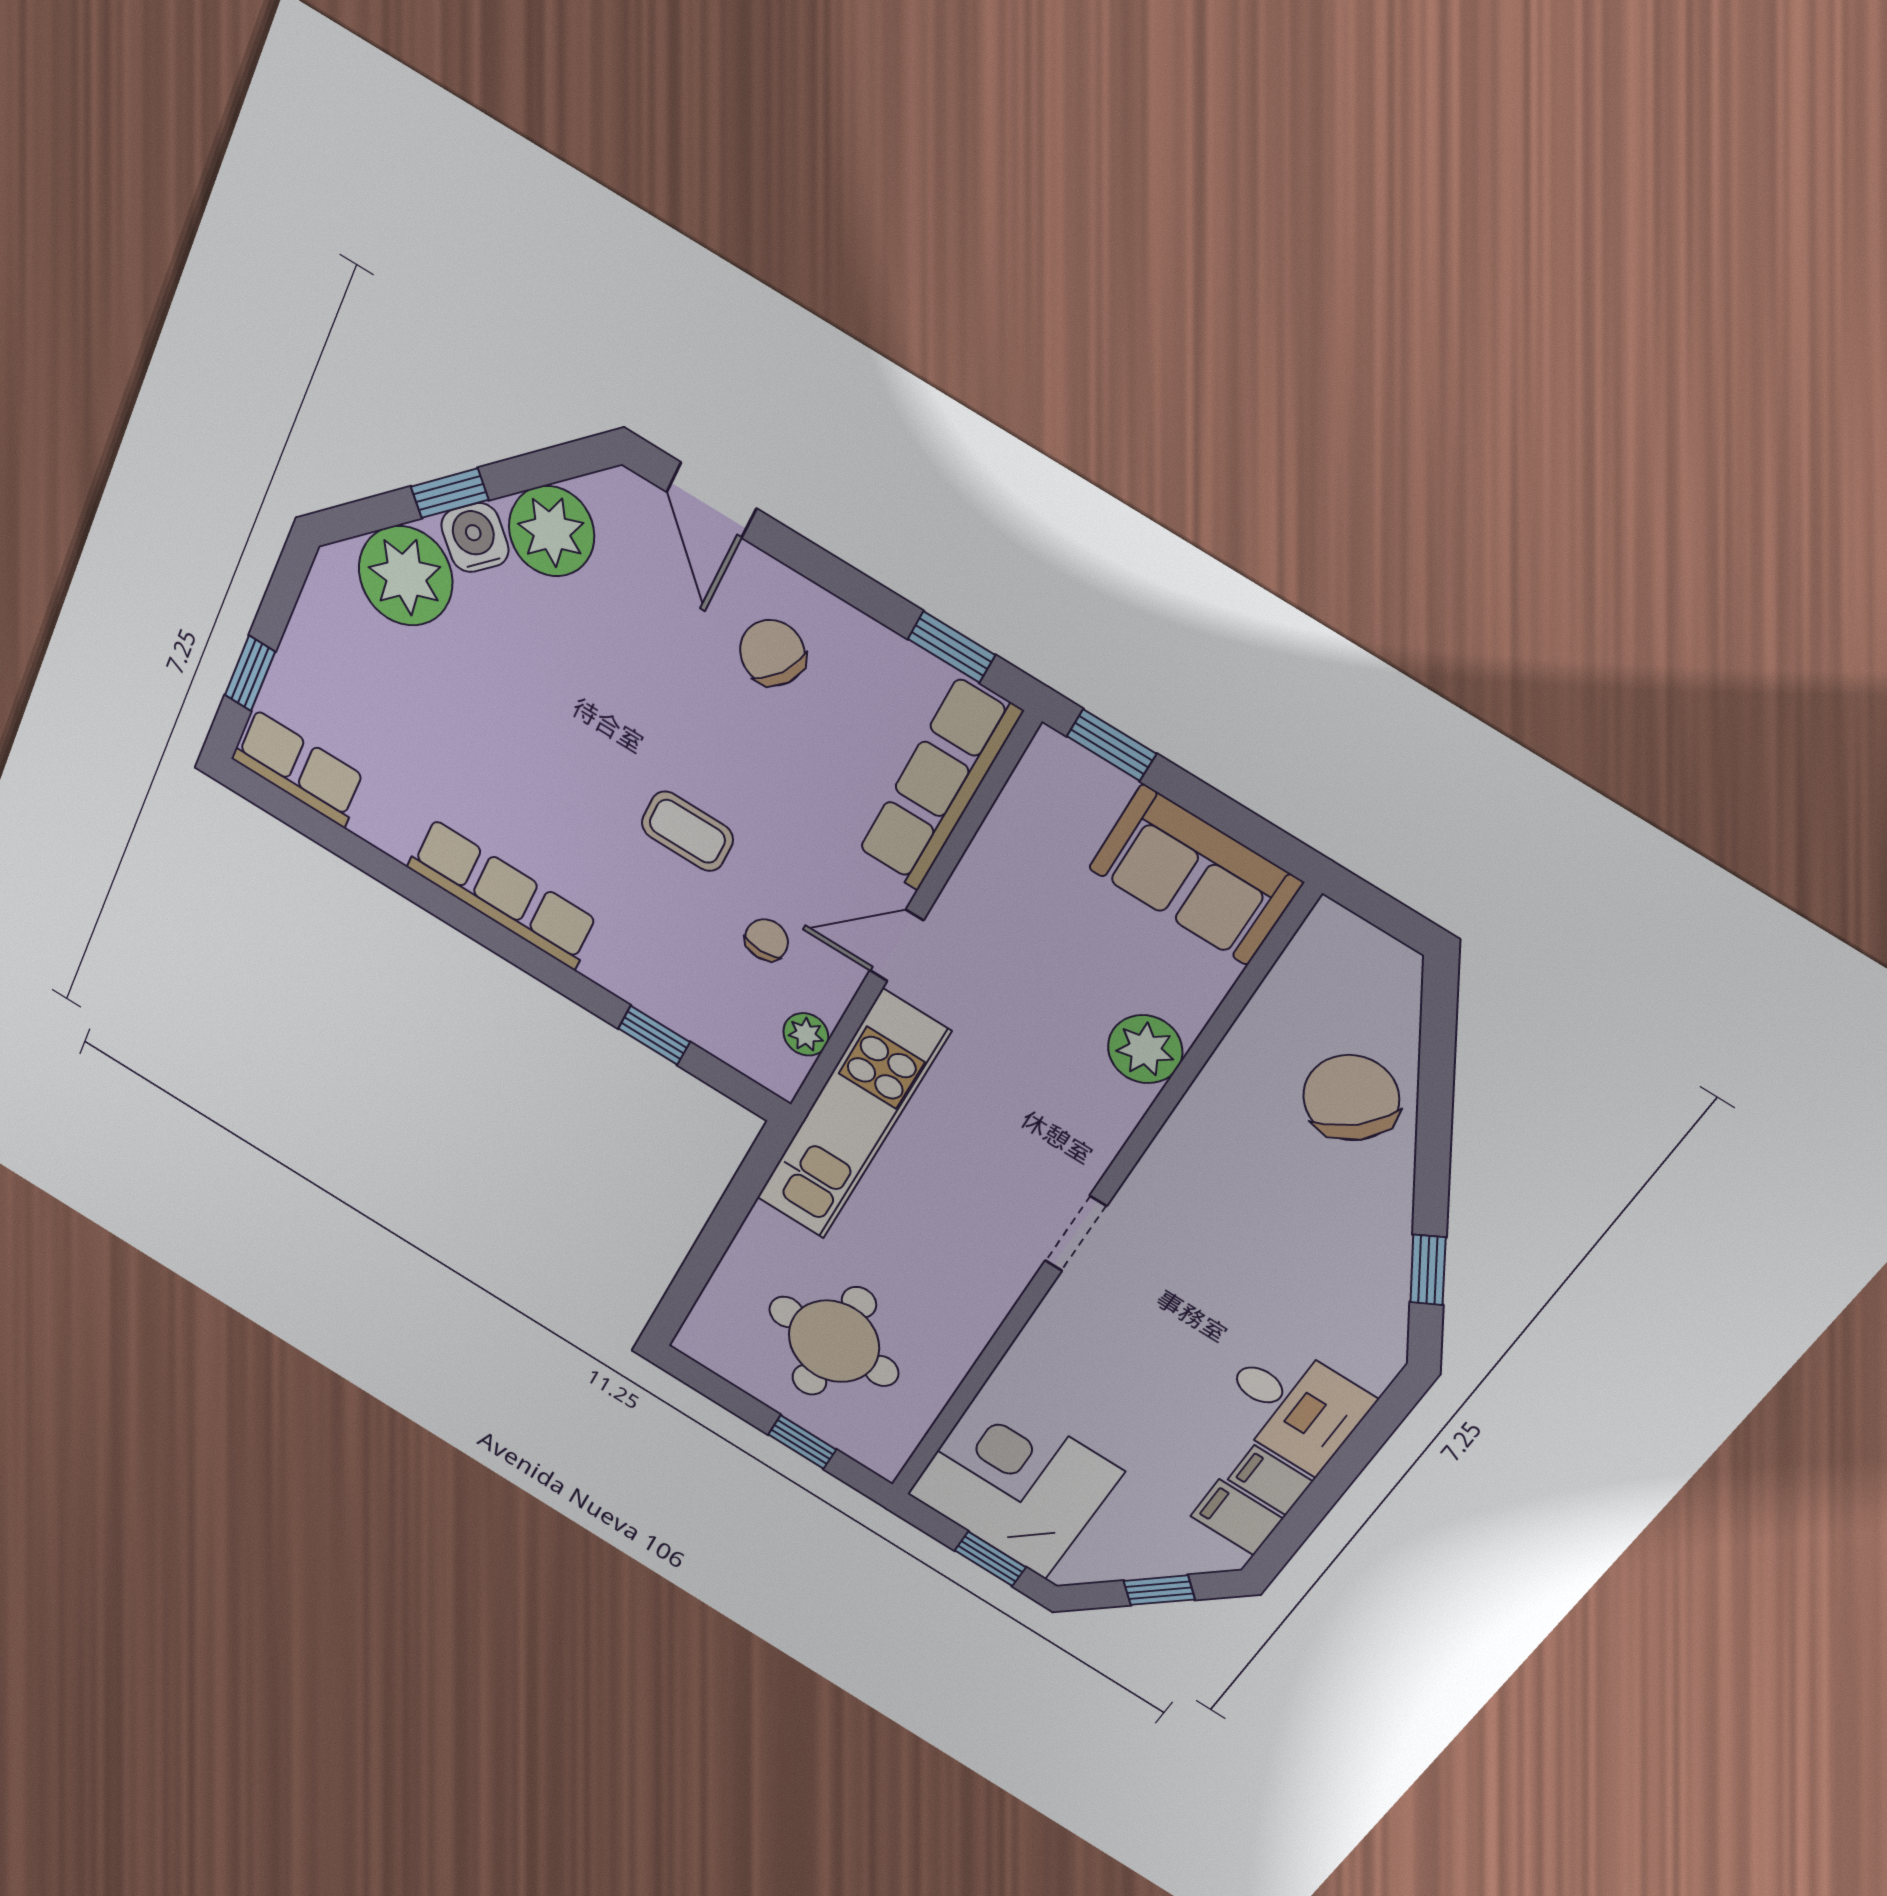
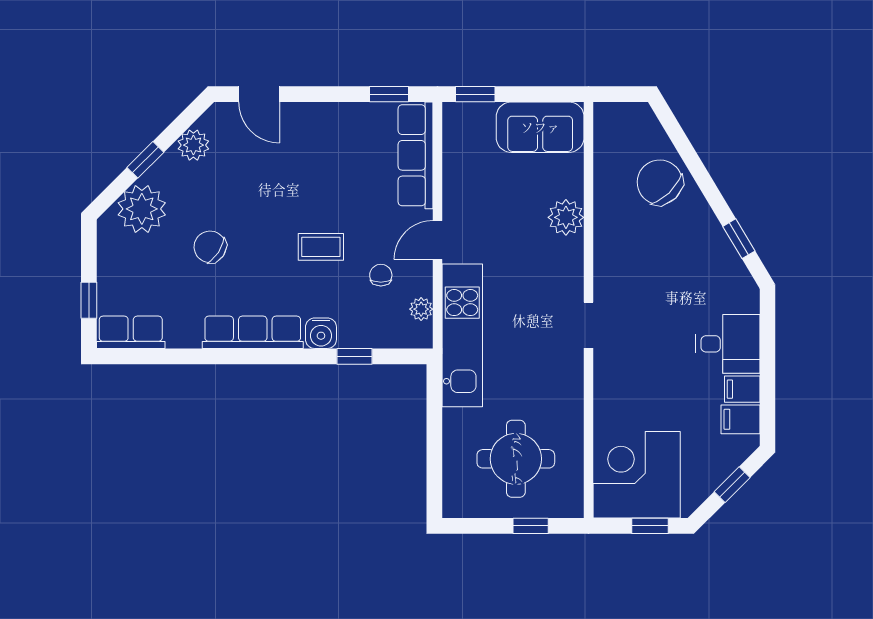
plant: (551, 531) -> (193, 145), width x0.73, depth x0.73
water cooler: (475, 538) -> (321, 333), moved, turned -135
chair: (772, 653) -> (210, 247), moved

